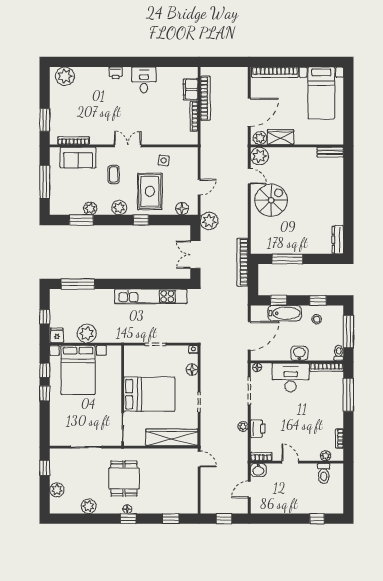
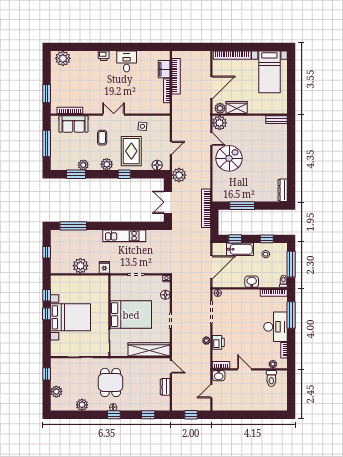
kitchen unit: (151, 296) -> (124, 236), width x0.73
fridge: (57, 335) -> (104, 267), moved
bed with nightstands: (78, 370) -> (70, 317), moved, turned -90
desk: (291, 377) -> (276, 327), moved, turned 90
dresser: (192, 484) -> (165, 387), added
window: (317, 519) -> (266, 415), removed

